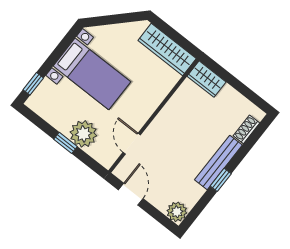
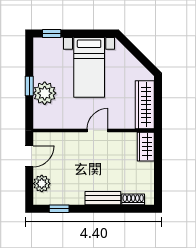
door: (132, 144) -> (98, 130), moved
bench: (218, 162) -> (103, 198), width x0.73
window: (221, 180) -> (59, 209), moved
plant: (177, 212) -> (42, 184), moved

